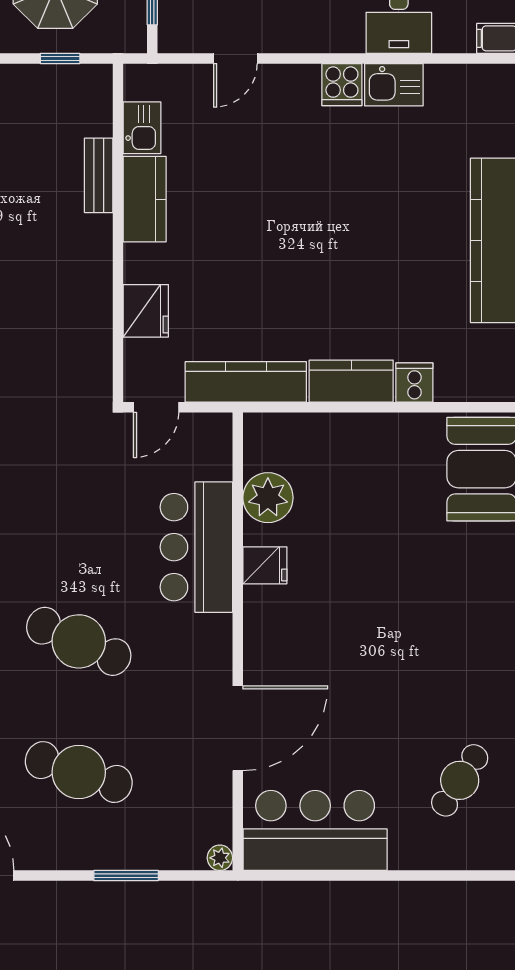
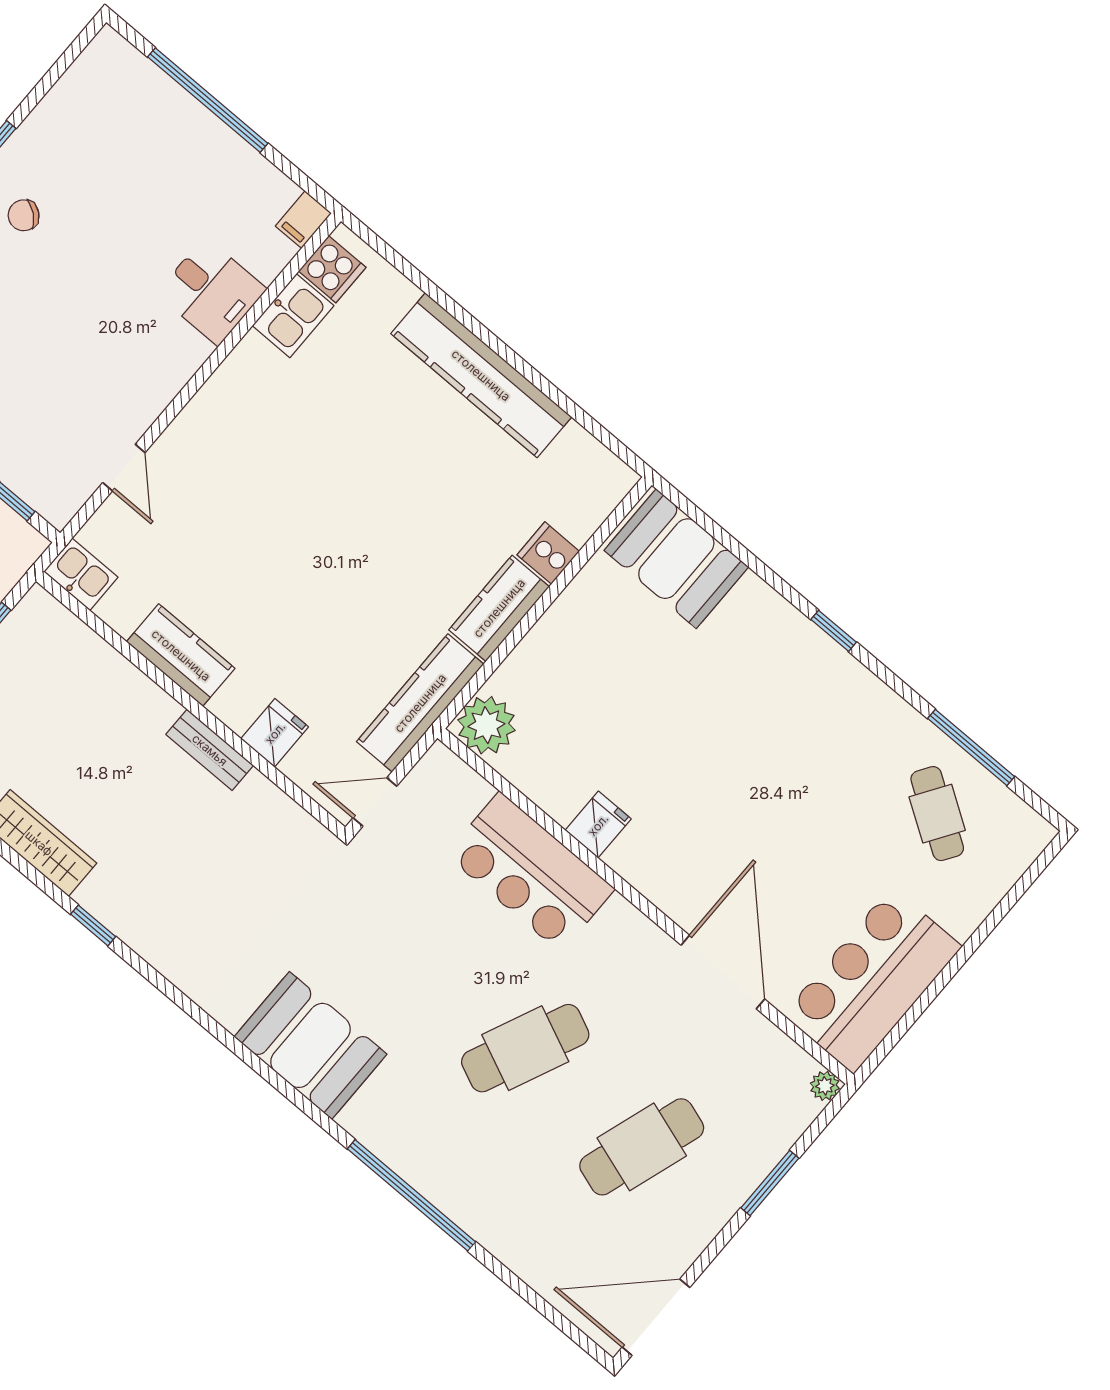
cooker: (342, 85) -> (332, 269), moved
kitchen sink: (394, 85) -> (293, 316), moved
kitchen sink: (142, 128) -> (81, 574), moved
bench: (99, 175) -> (210, 750), moved
fridge: (146, 311) -> (275, 733), width x0.72
door: (156, 407) -> (375, 802), swing flipped
plant: (268, 498) -> (486, 725), moved

